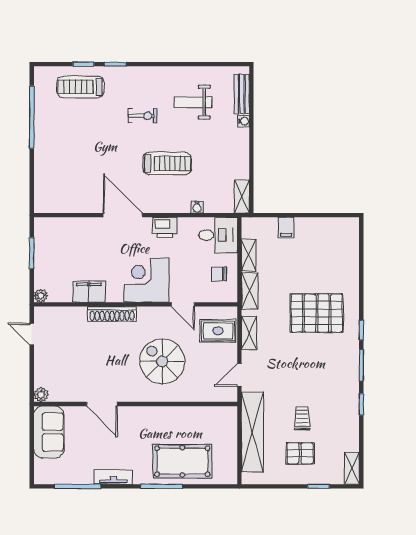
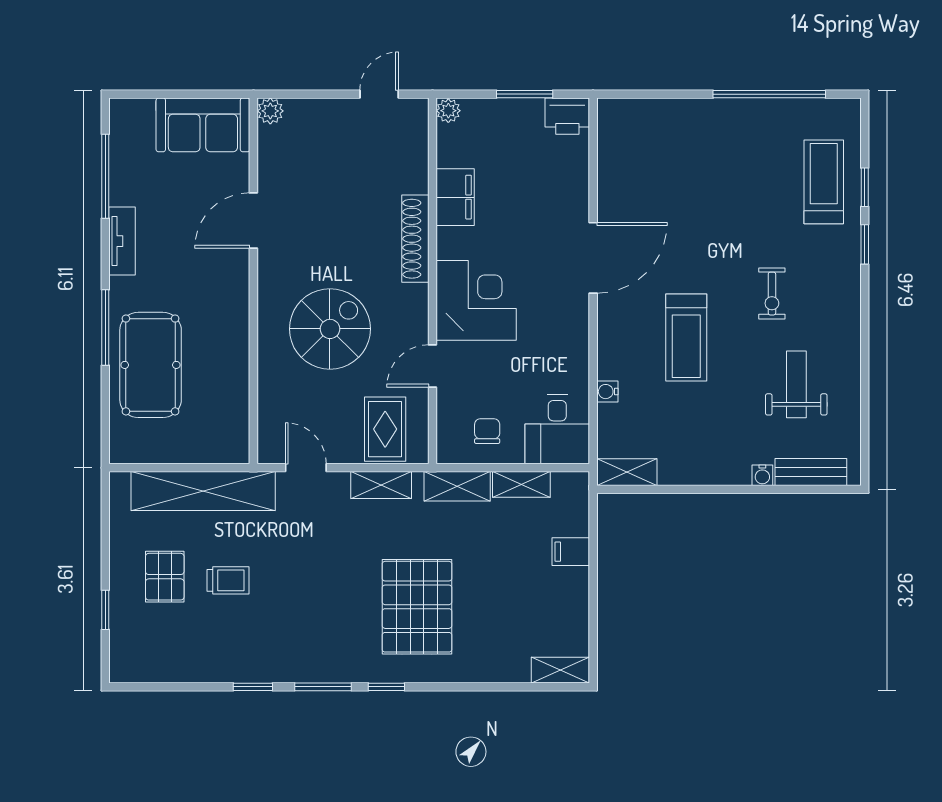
printer: (165, 227) -> (567, 116), moved, turned -90
shelving: (352, 468) -> (560, 670), moved

